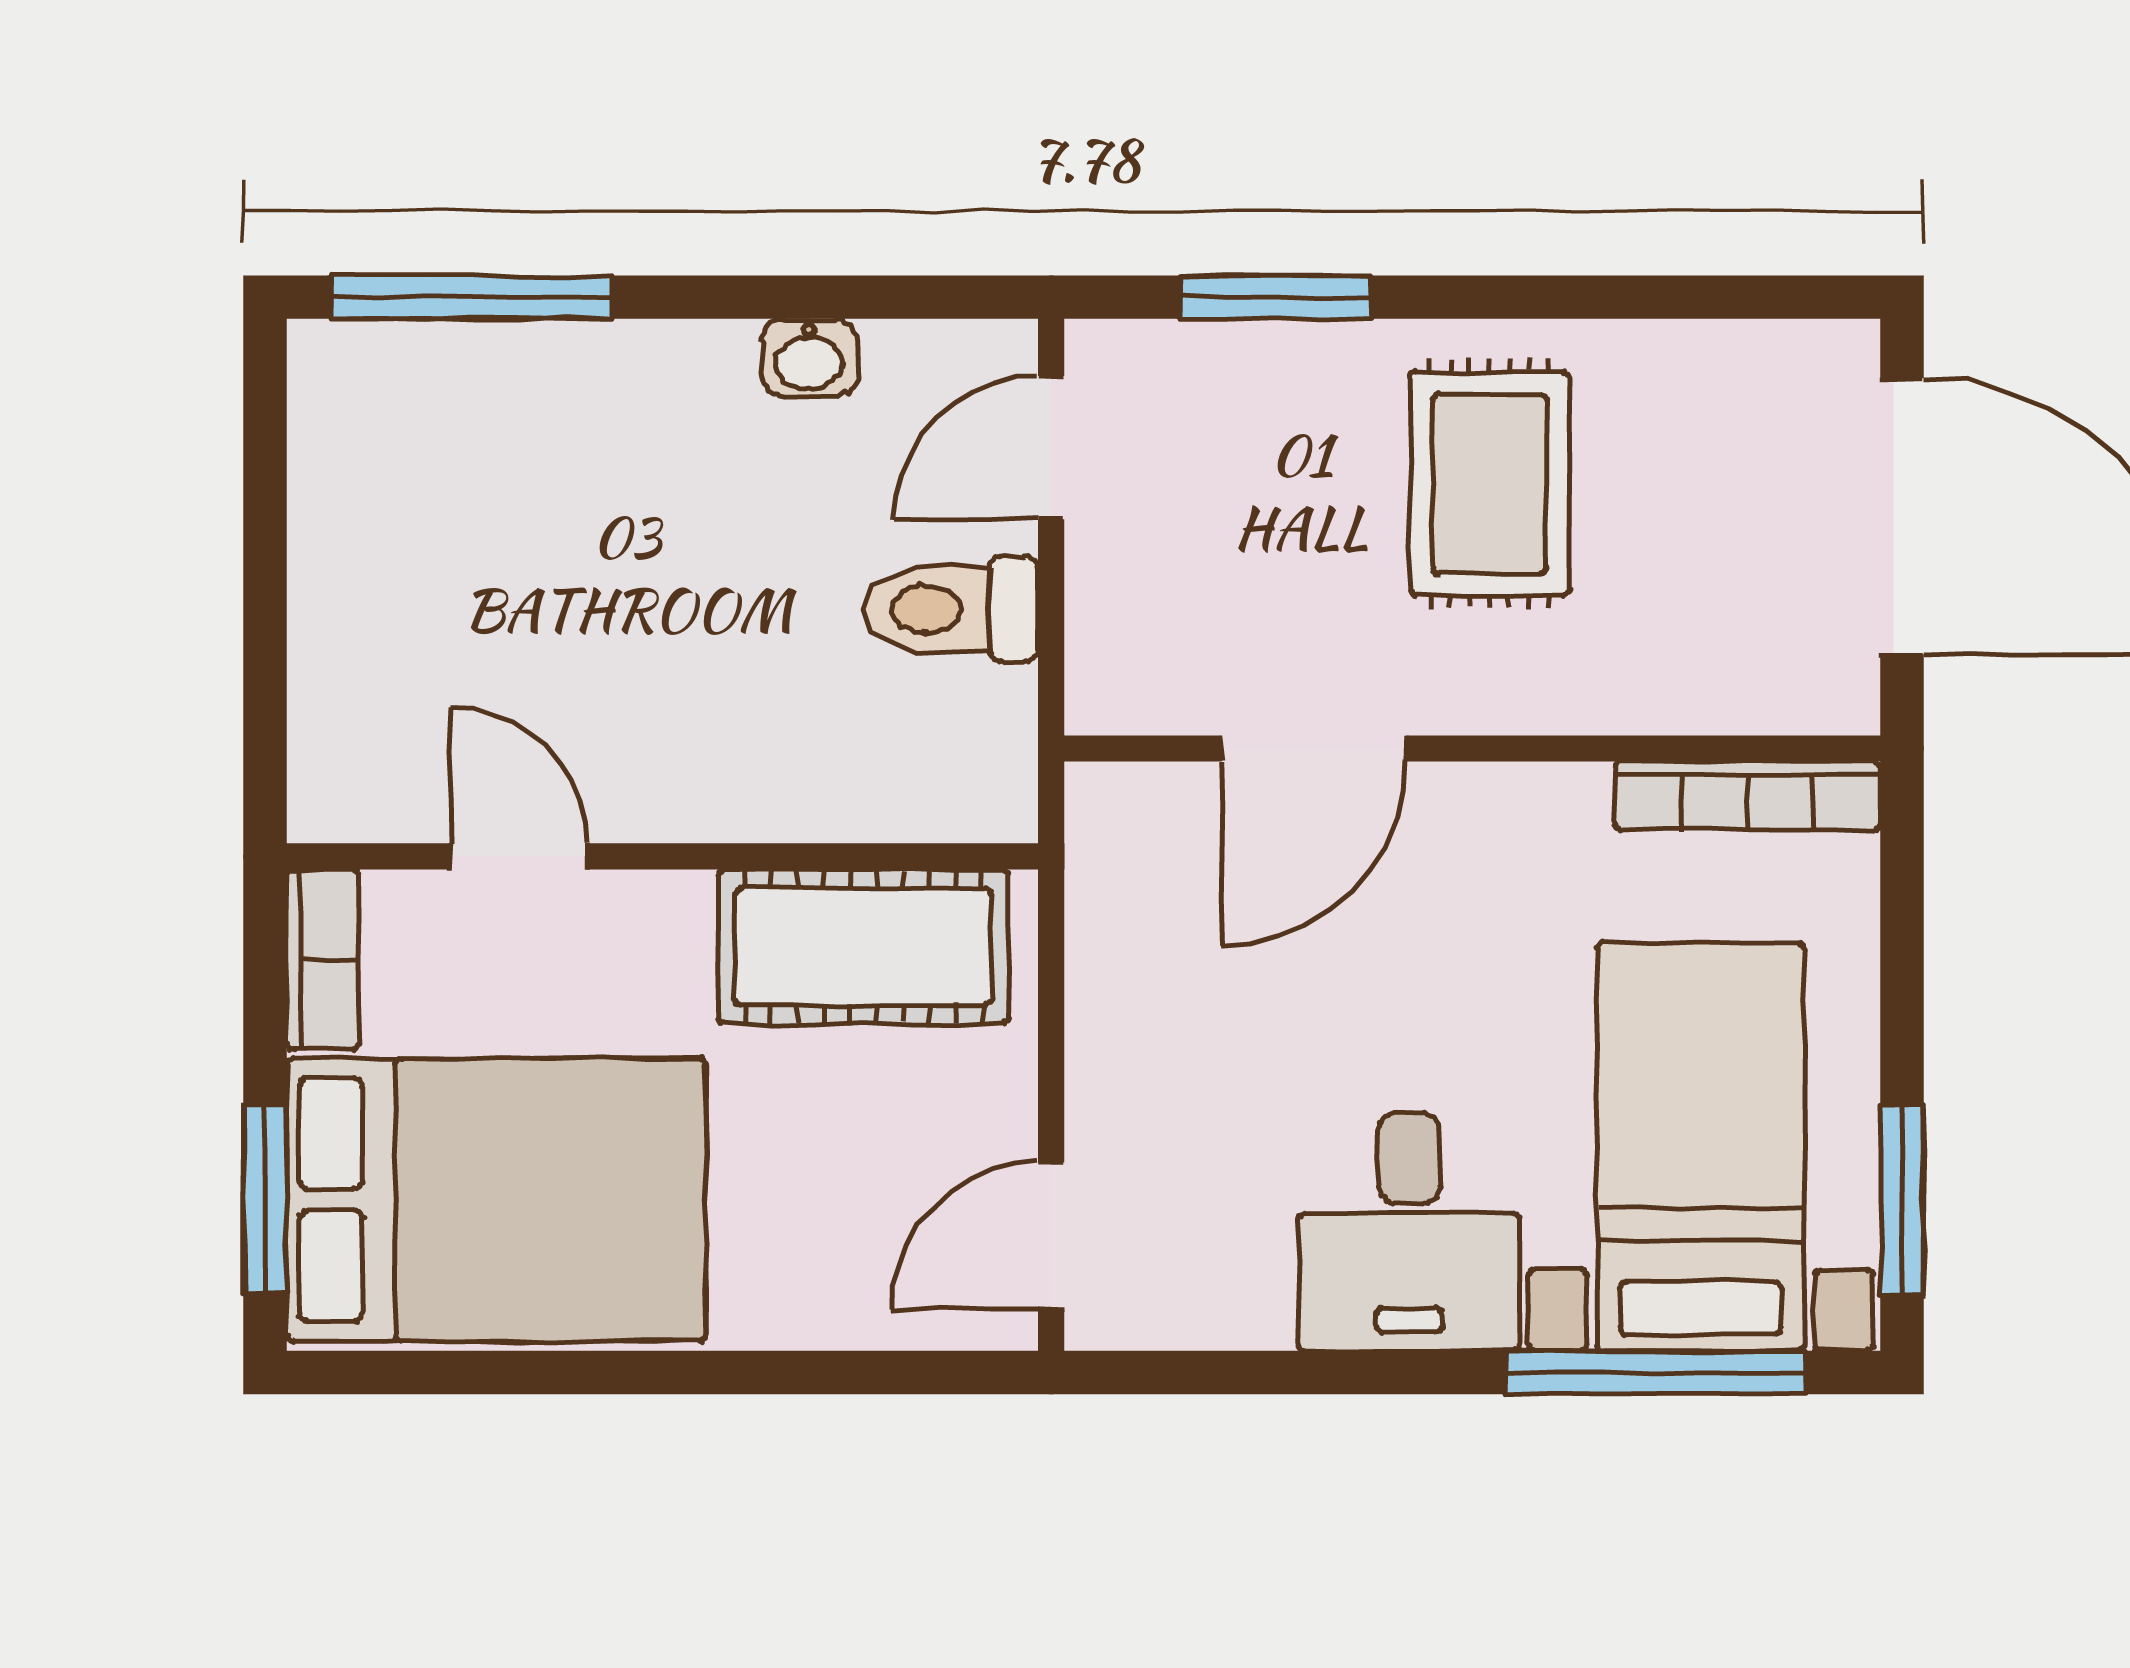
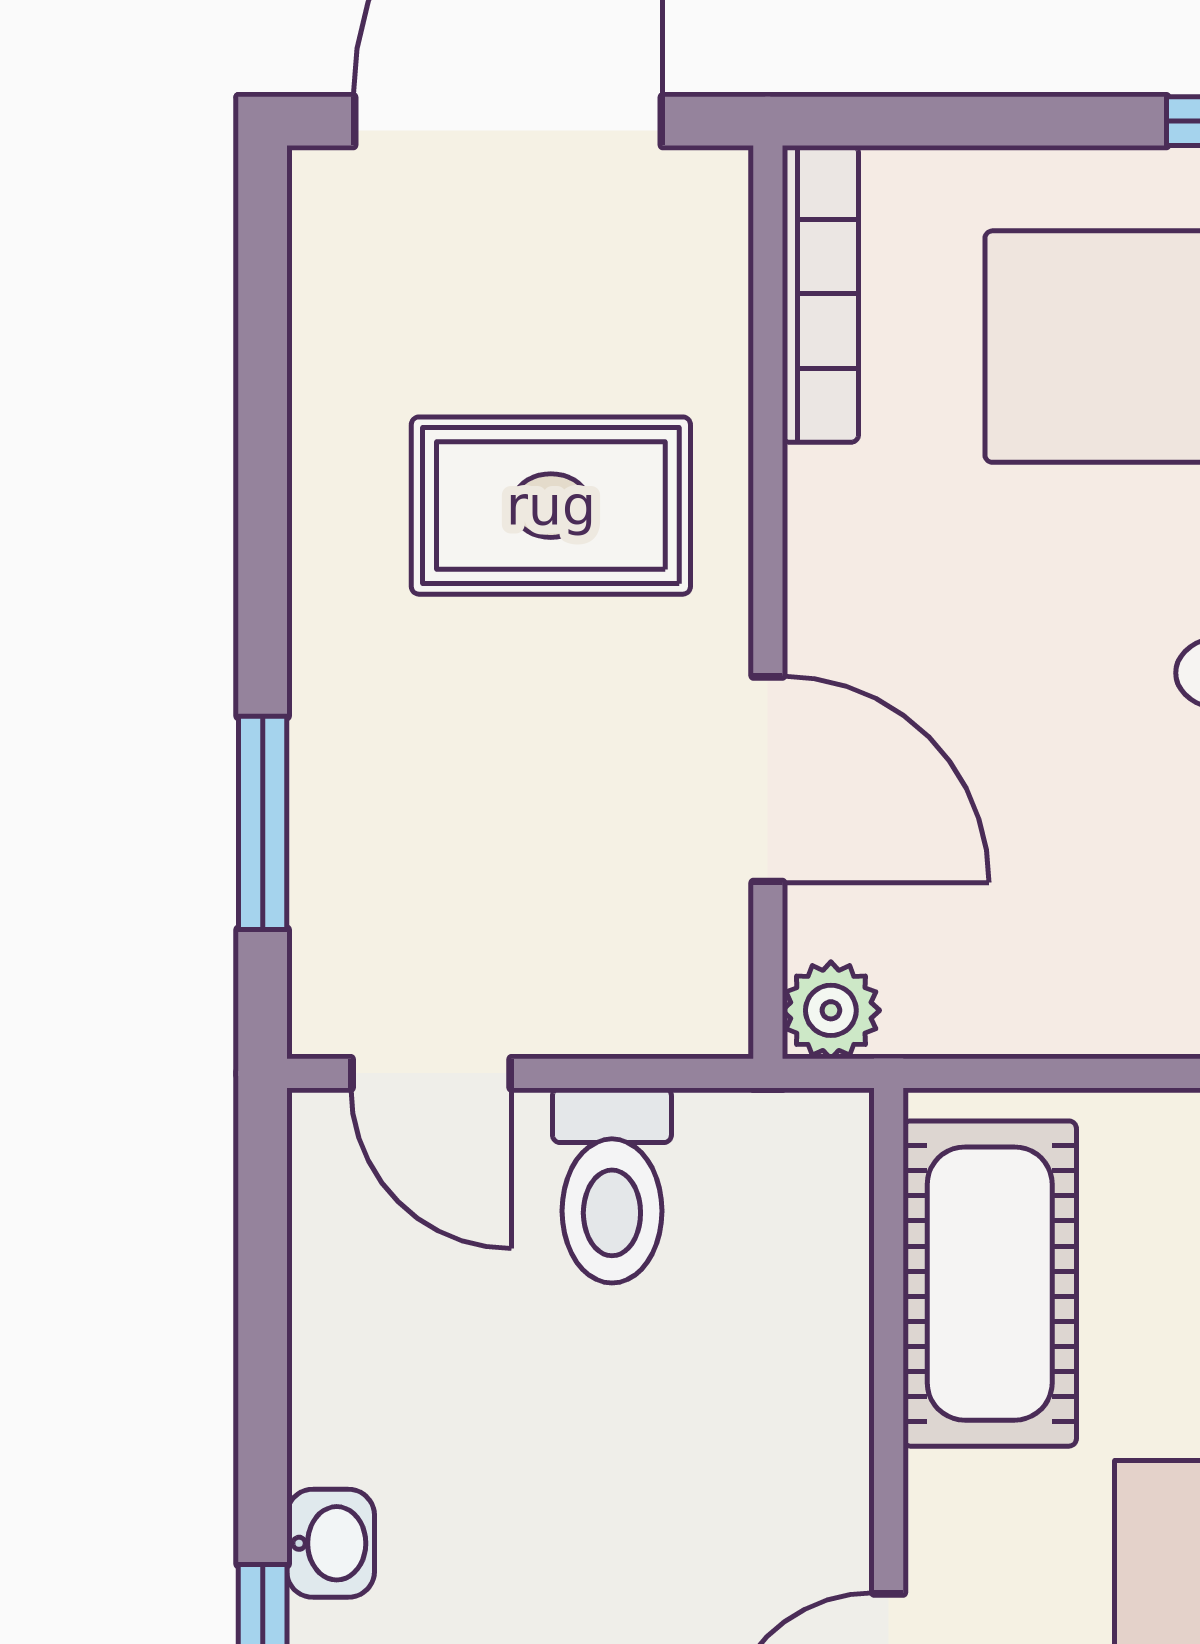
washbasin: (809, 358) -> (331, 1543), moved
rug: (1489, 484) -> (551, 506), moved
plant: (1108, 805) -> (831, 1010), added

